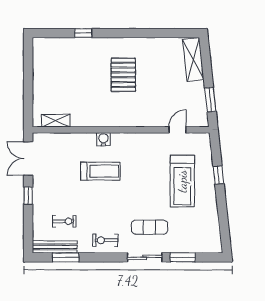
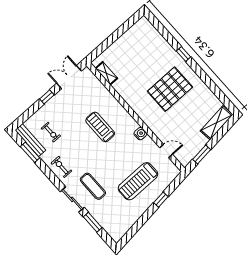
window: (83, 33) -> (183, 54), moved
pallet: (123, 75) -> (170, 89), width x1.37, depth x1.41
water cooler: (103, 139) -> (140, 134), moved
treadmill: (100, 171) -> (100, 127), turned 180

